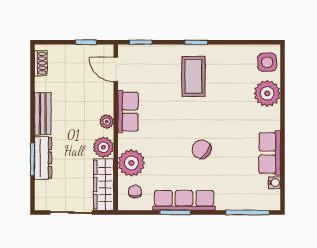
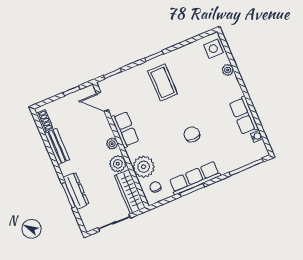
plant: (267, 93) -> (228, 70), width x0.53, depth x0.53
bench: (43, 114) -> (57, 146), moved
chair: (202, 149) -> (192, 134), turned 57

